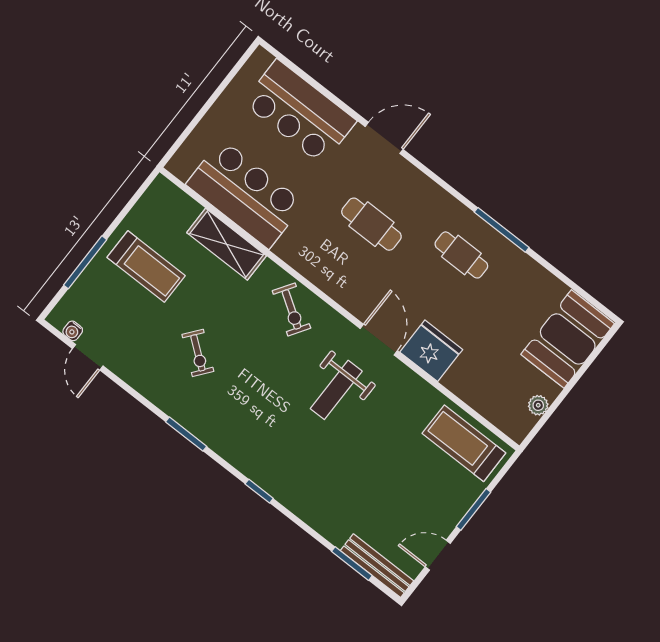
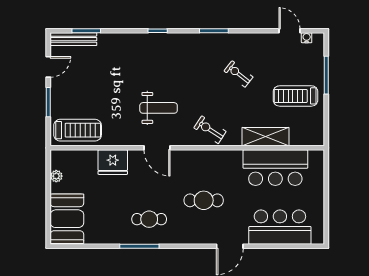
fridge: (431, 351) -> (113, 162), moved
weight bench: (336, 390) -> (159, 108), turned 90

